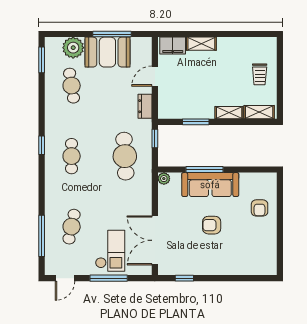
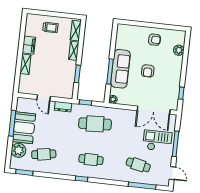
filing cabinet: (173, 46) -> (29, 45), moved
armchair: (260, 208) -> (155, 40), moved
plant: (247, 268) -> (179, 50), added

